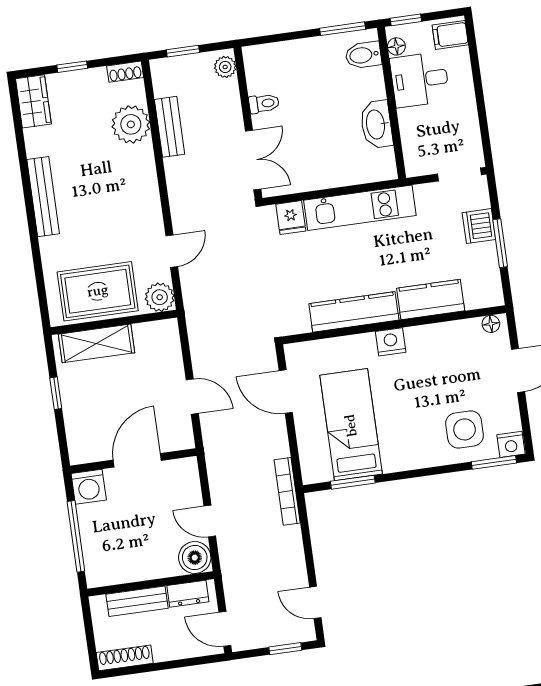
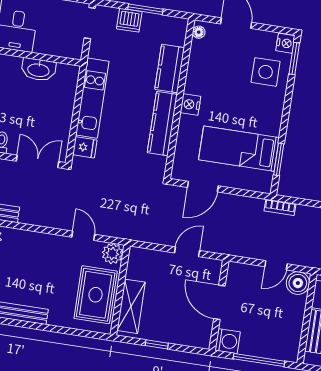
bookcase: (287, 491) -> (280, 207), width x0.64

